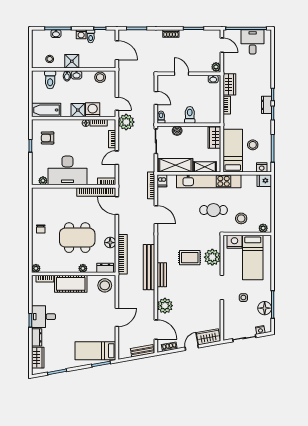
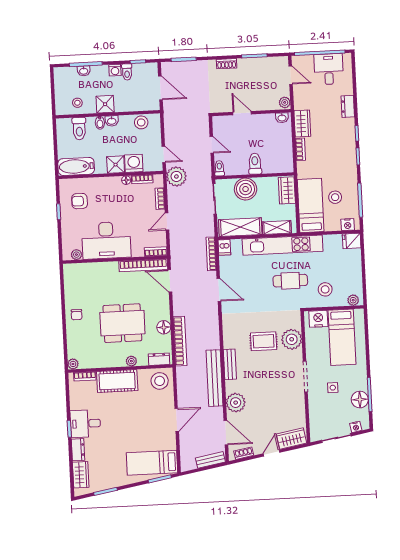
dresser: (266, 105) -> (348, 106), moved
boiler: (177, 131) -> (246, 189), width x1.86, depth x1.86
bench: (149, 267) -> (215, 378), moved

